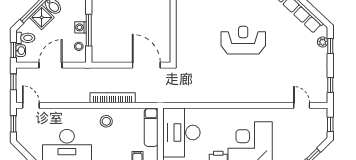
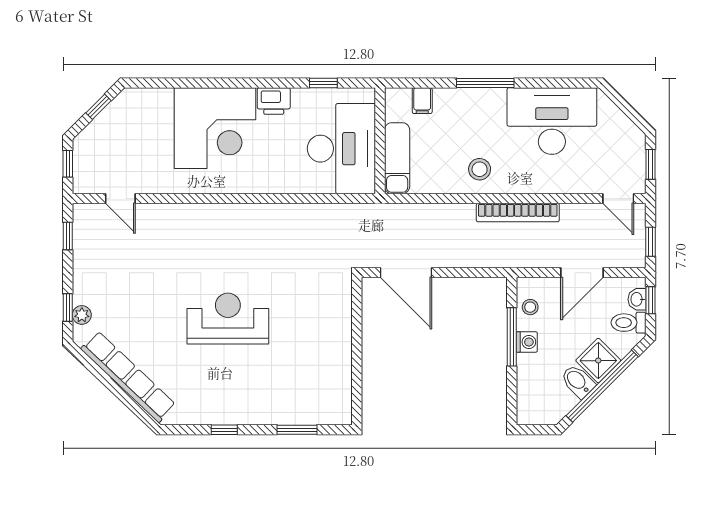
reception desk: (243, 40) -> (228, 319), turned 180
bookcase: (113, 98) -> (518, 213), moved

